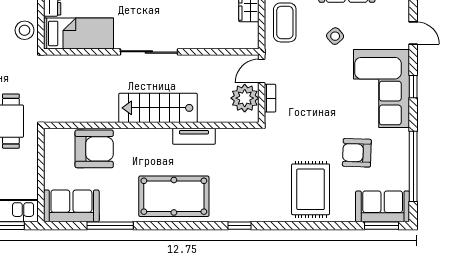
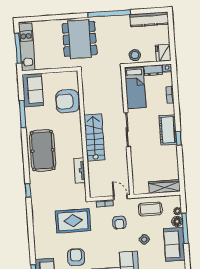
armchair: (304, 76) -> (119, 223), added
plant: (245, 98) -> (104, 188), removed
tv unit: (194, 136) -> (80, 171), moved
armchair: (94, 149) -> (67, 101), turned 90
rug: (311, 189) -> (73, 221), moved

